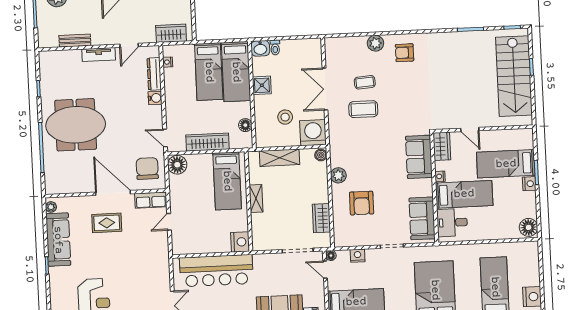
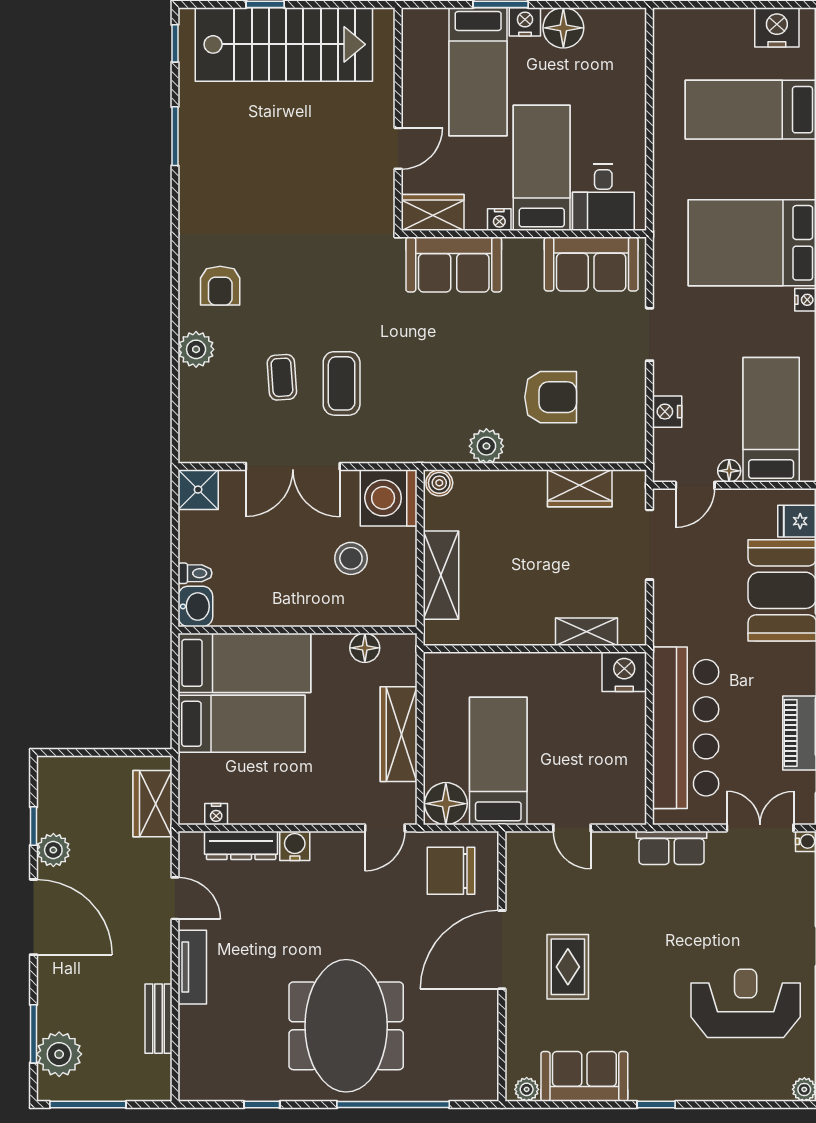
shower: (262, 85) -> (198, 490), moved
bed: (227, 181) -> (498, 761), moved, turned -90
shelving: (256, 198) -> (587, 632), moved
row of seats: (151, 200) -> (672, 848), moved, turned 90
floor lamp: (529, 227) -> (563, 28), moved
sofa: (58, 240) -> (584, 1076), width x0.73
floor lamp: (331, 255) -> (729, 471), moved

